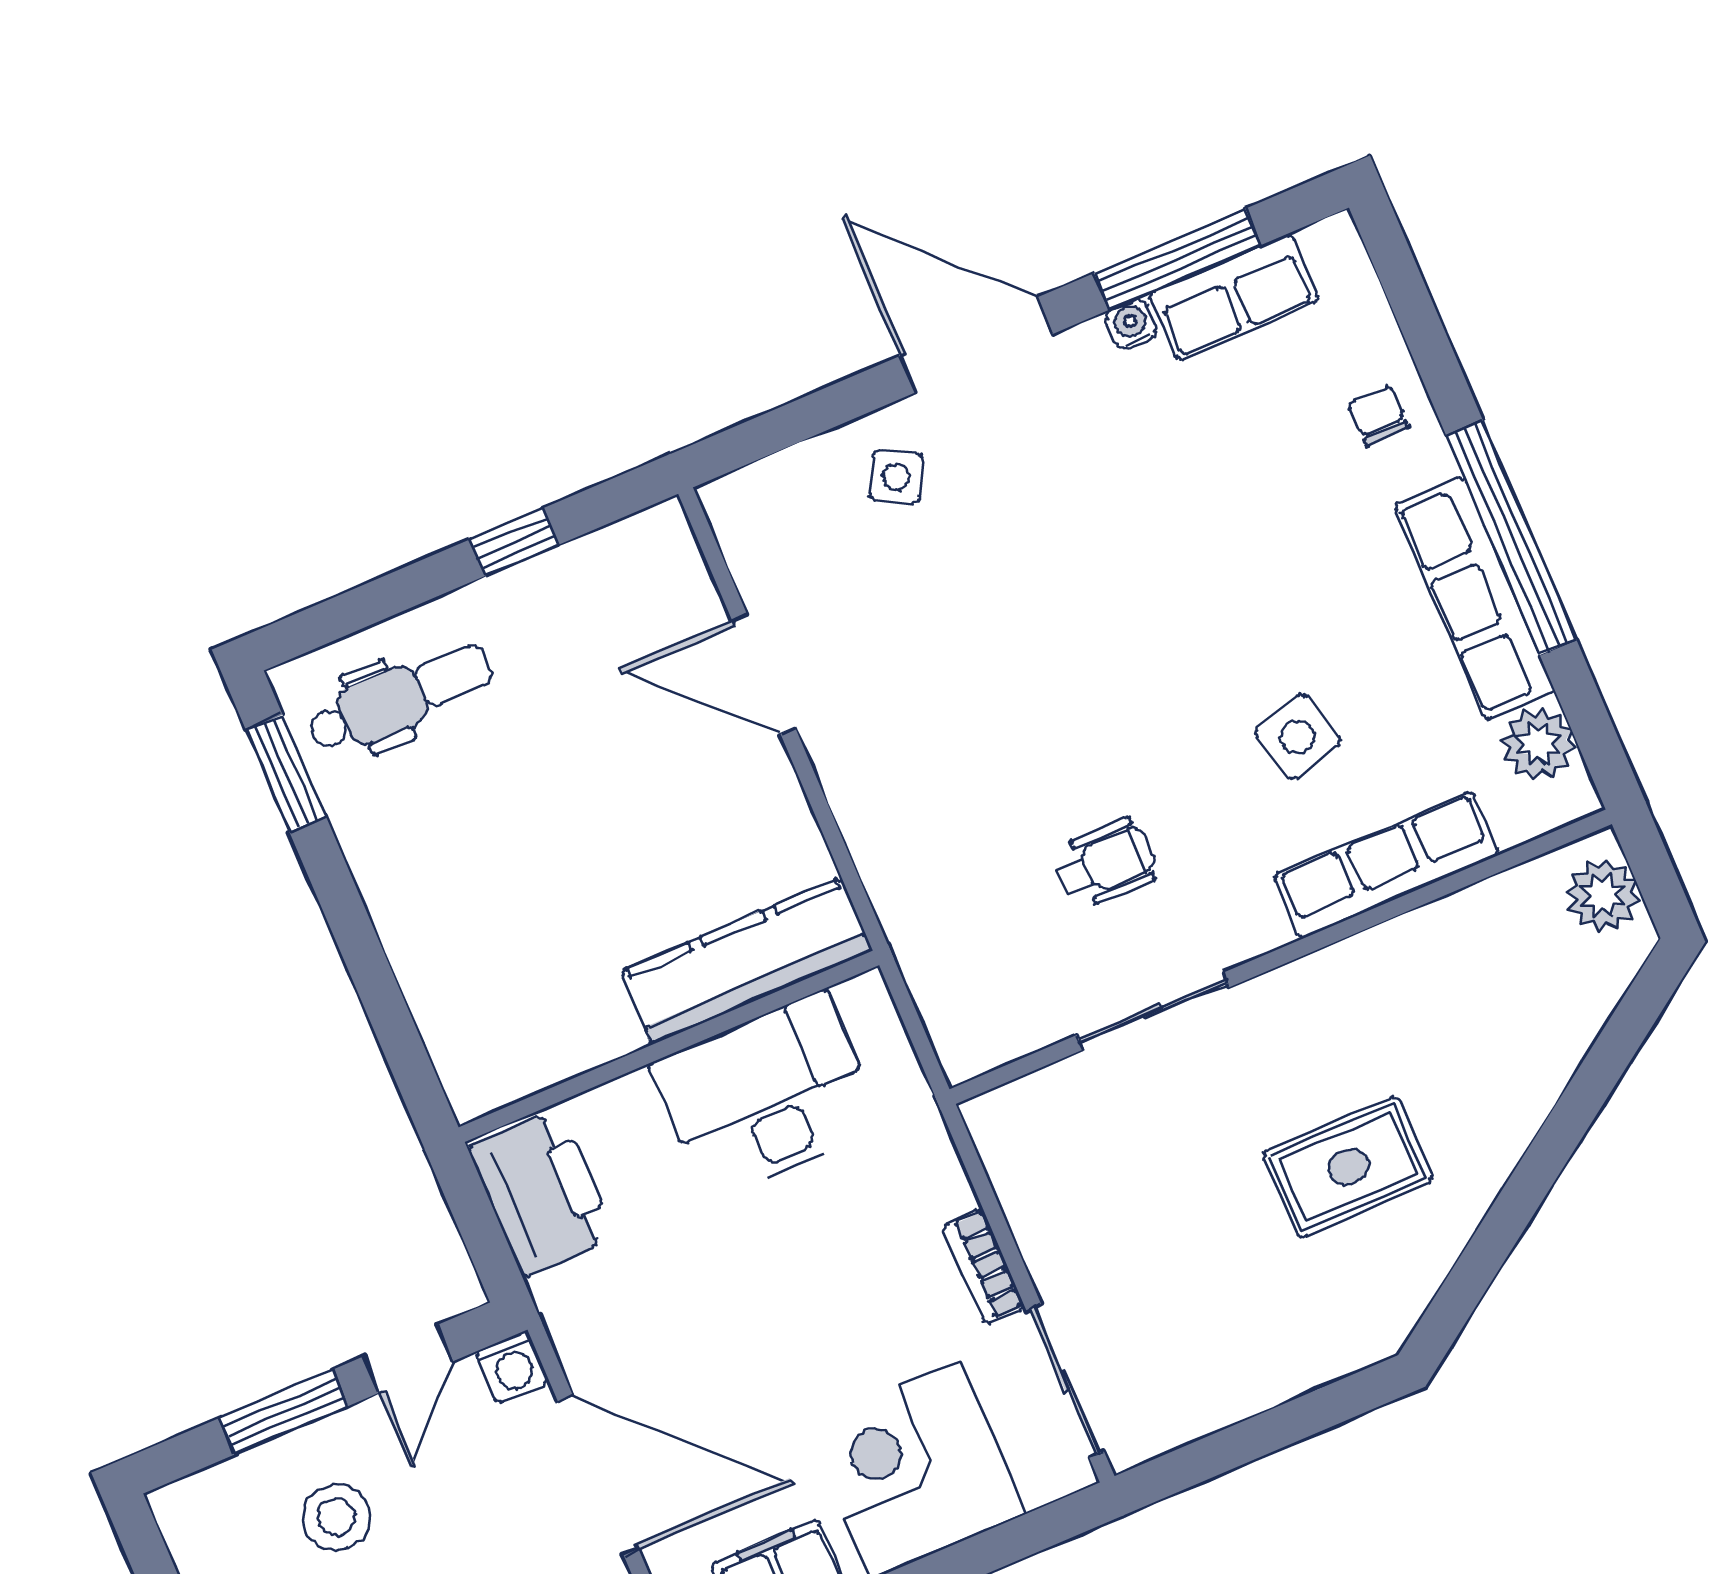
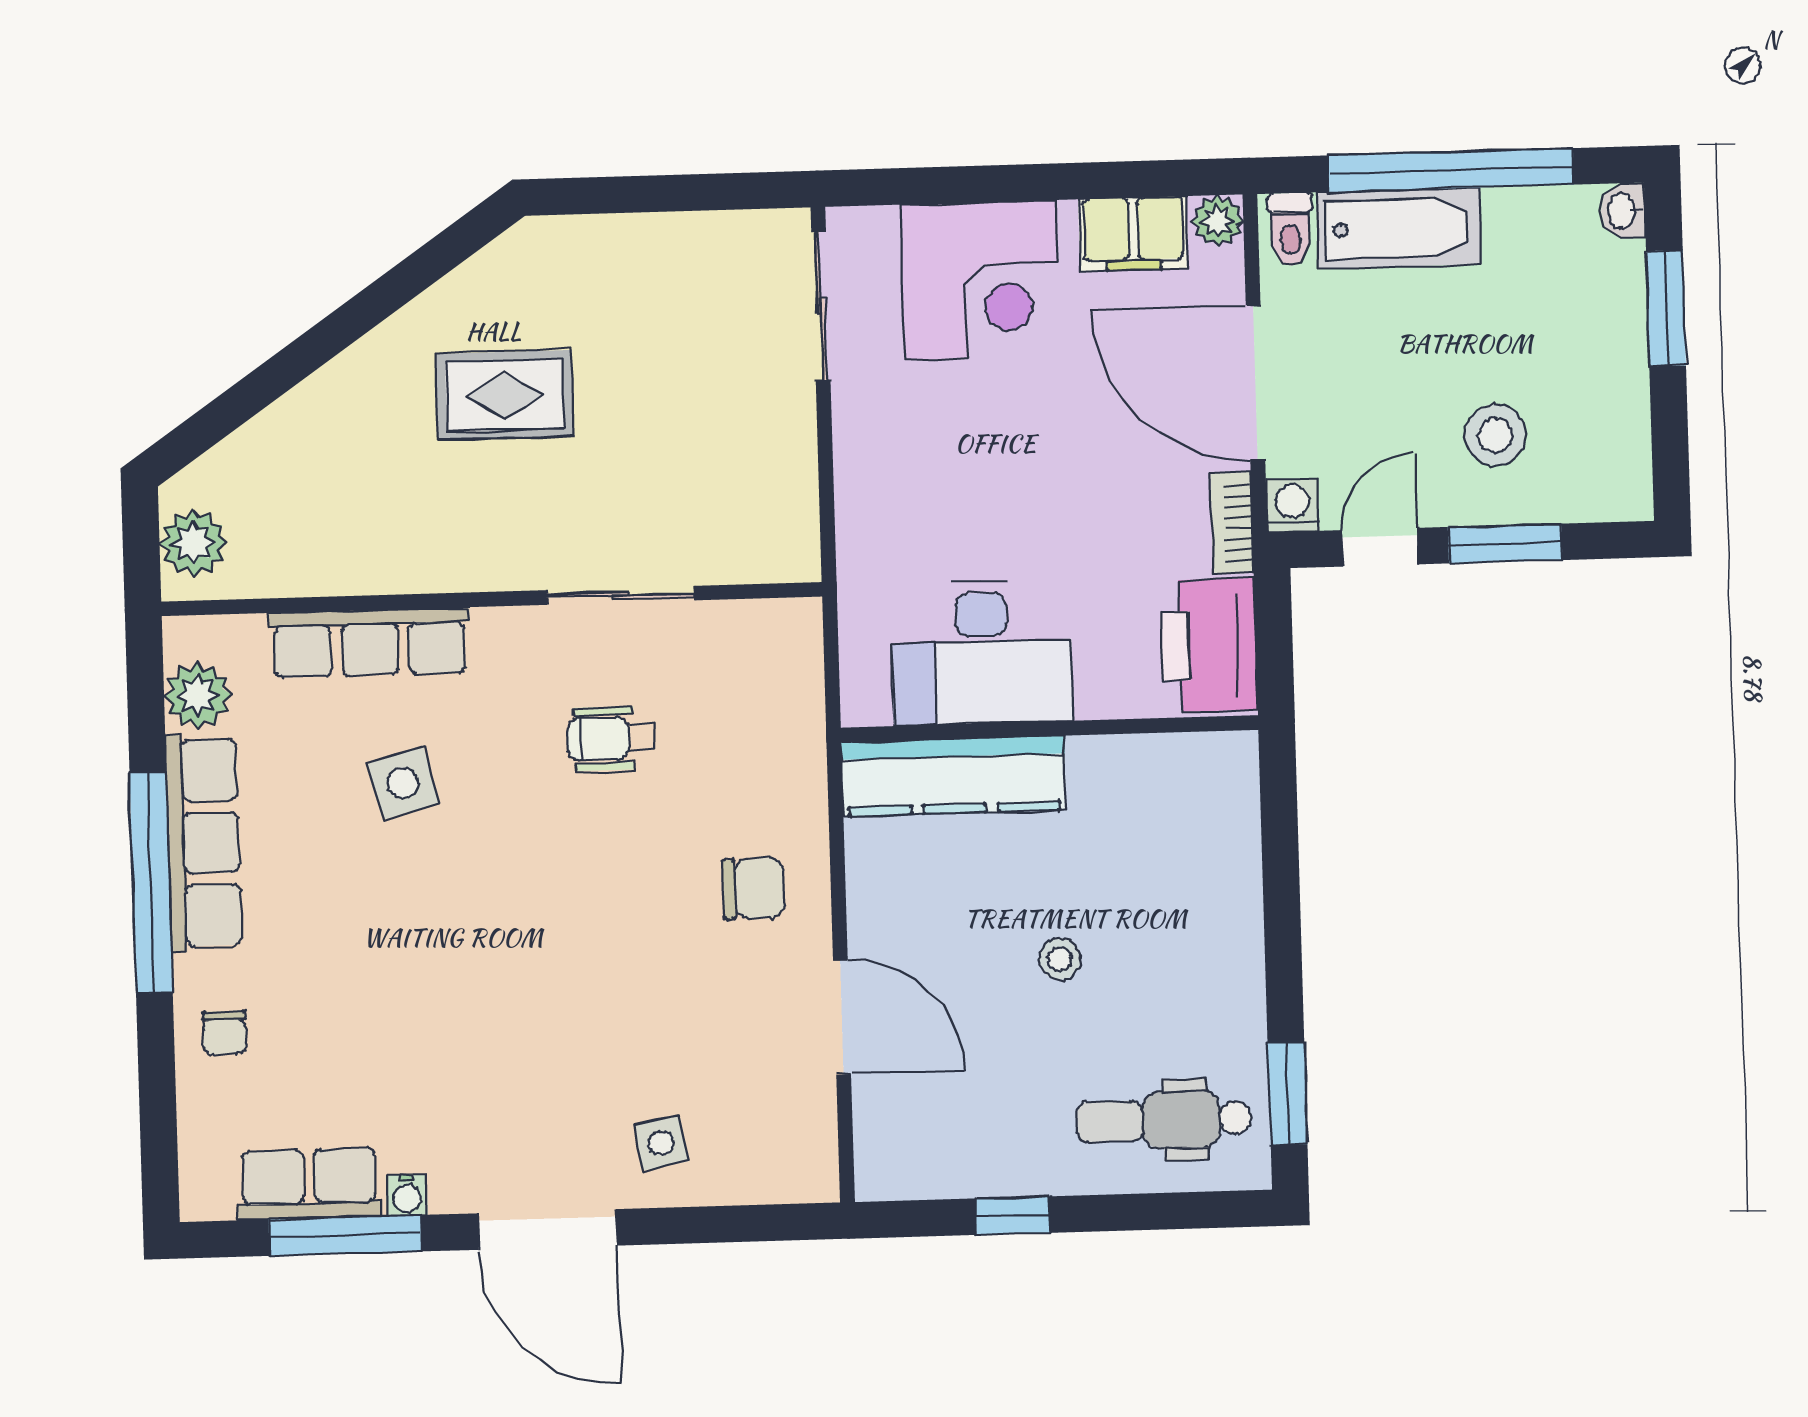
side table: (896, 477) -> (661, 1143), turned -38
chair: (904, 769) -> (754, 888), added
stool: (568, 819) -> (1060, 959), added
bookcase: (984, 1266) -> (1232, 523), moved, turned 180

